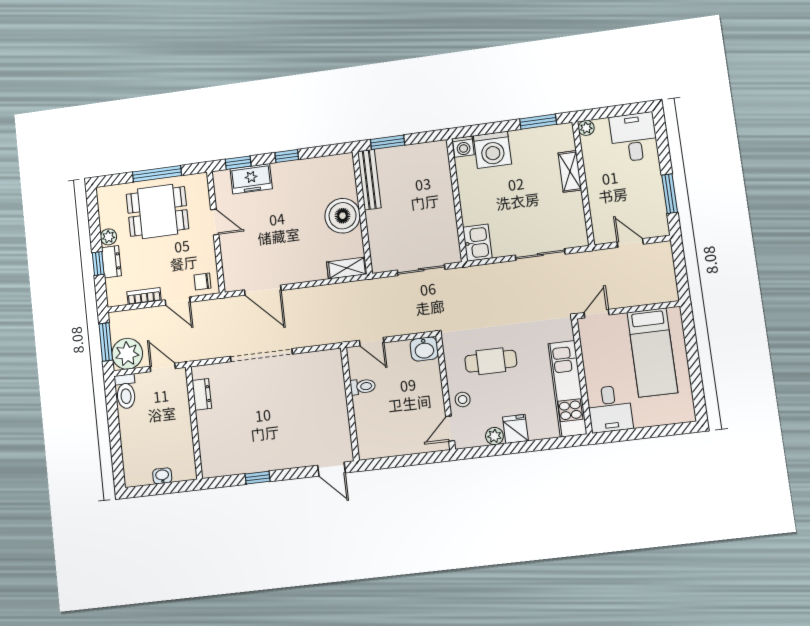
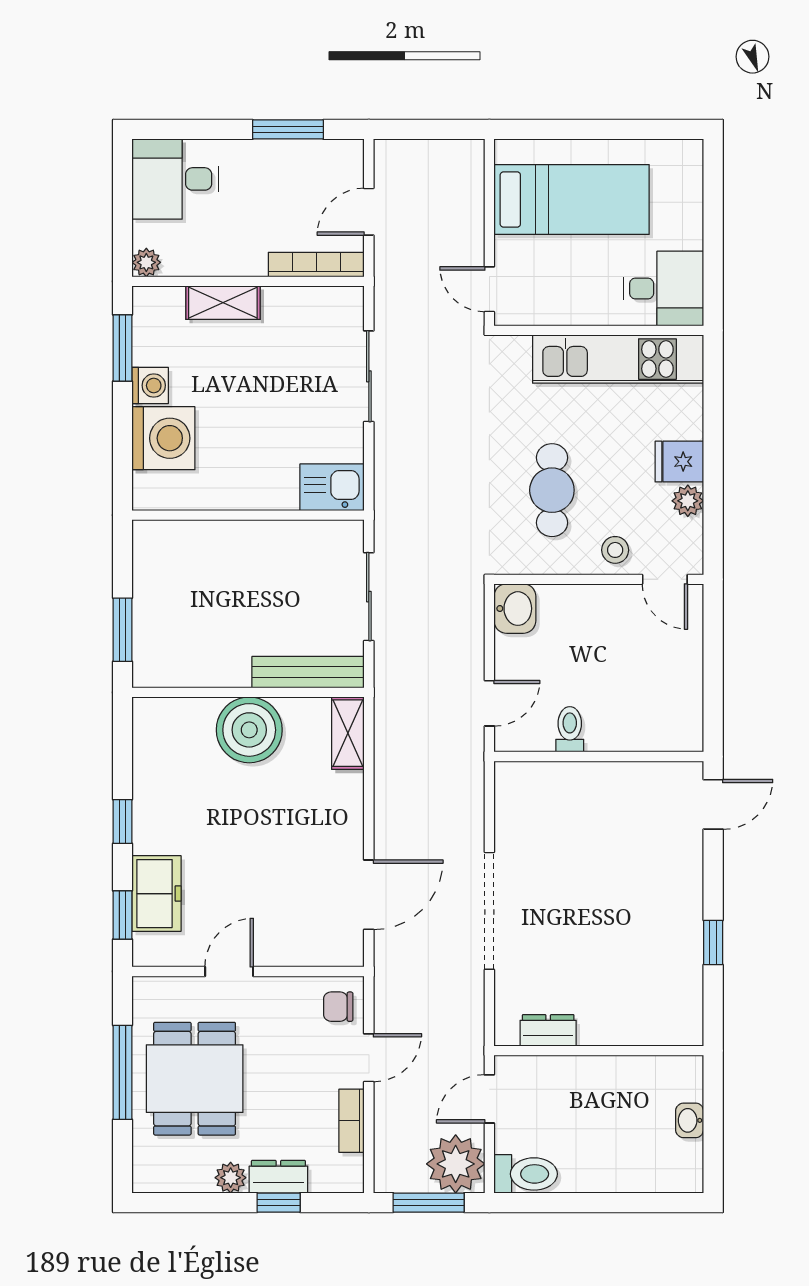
washing machine: (463, 147) -> (150, 385), moved
bench: (369, 180) -> (308, 672), moved
bookcase: (597, 219) -> (316, 265), added
chair: (203, 282) -> (338, 1007), turned 90

